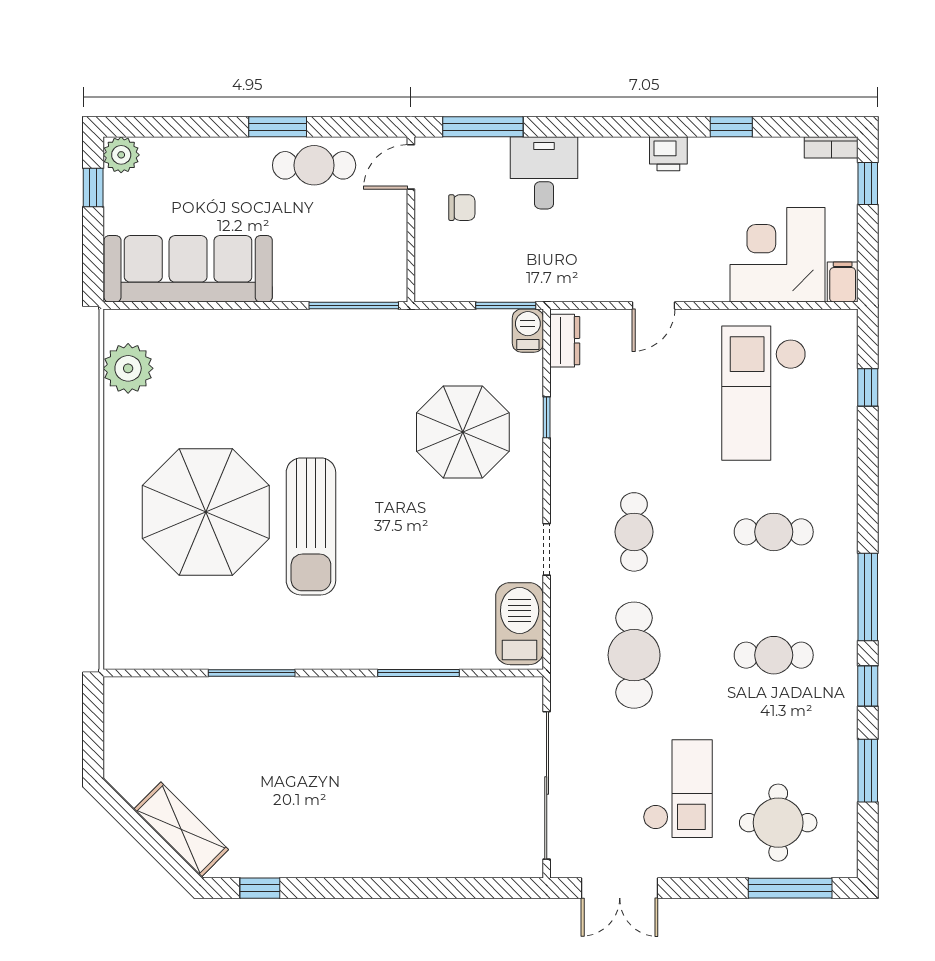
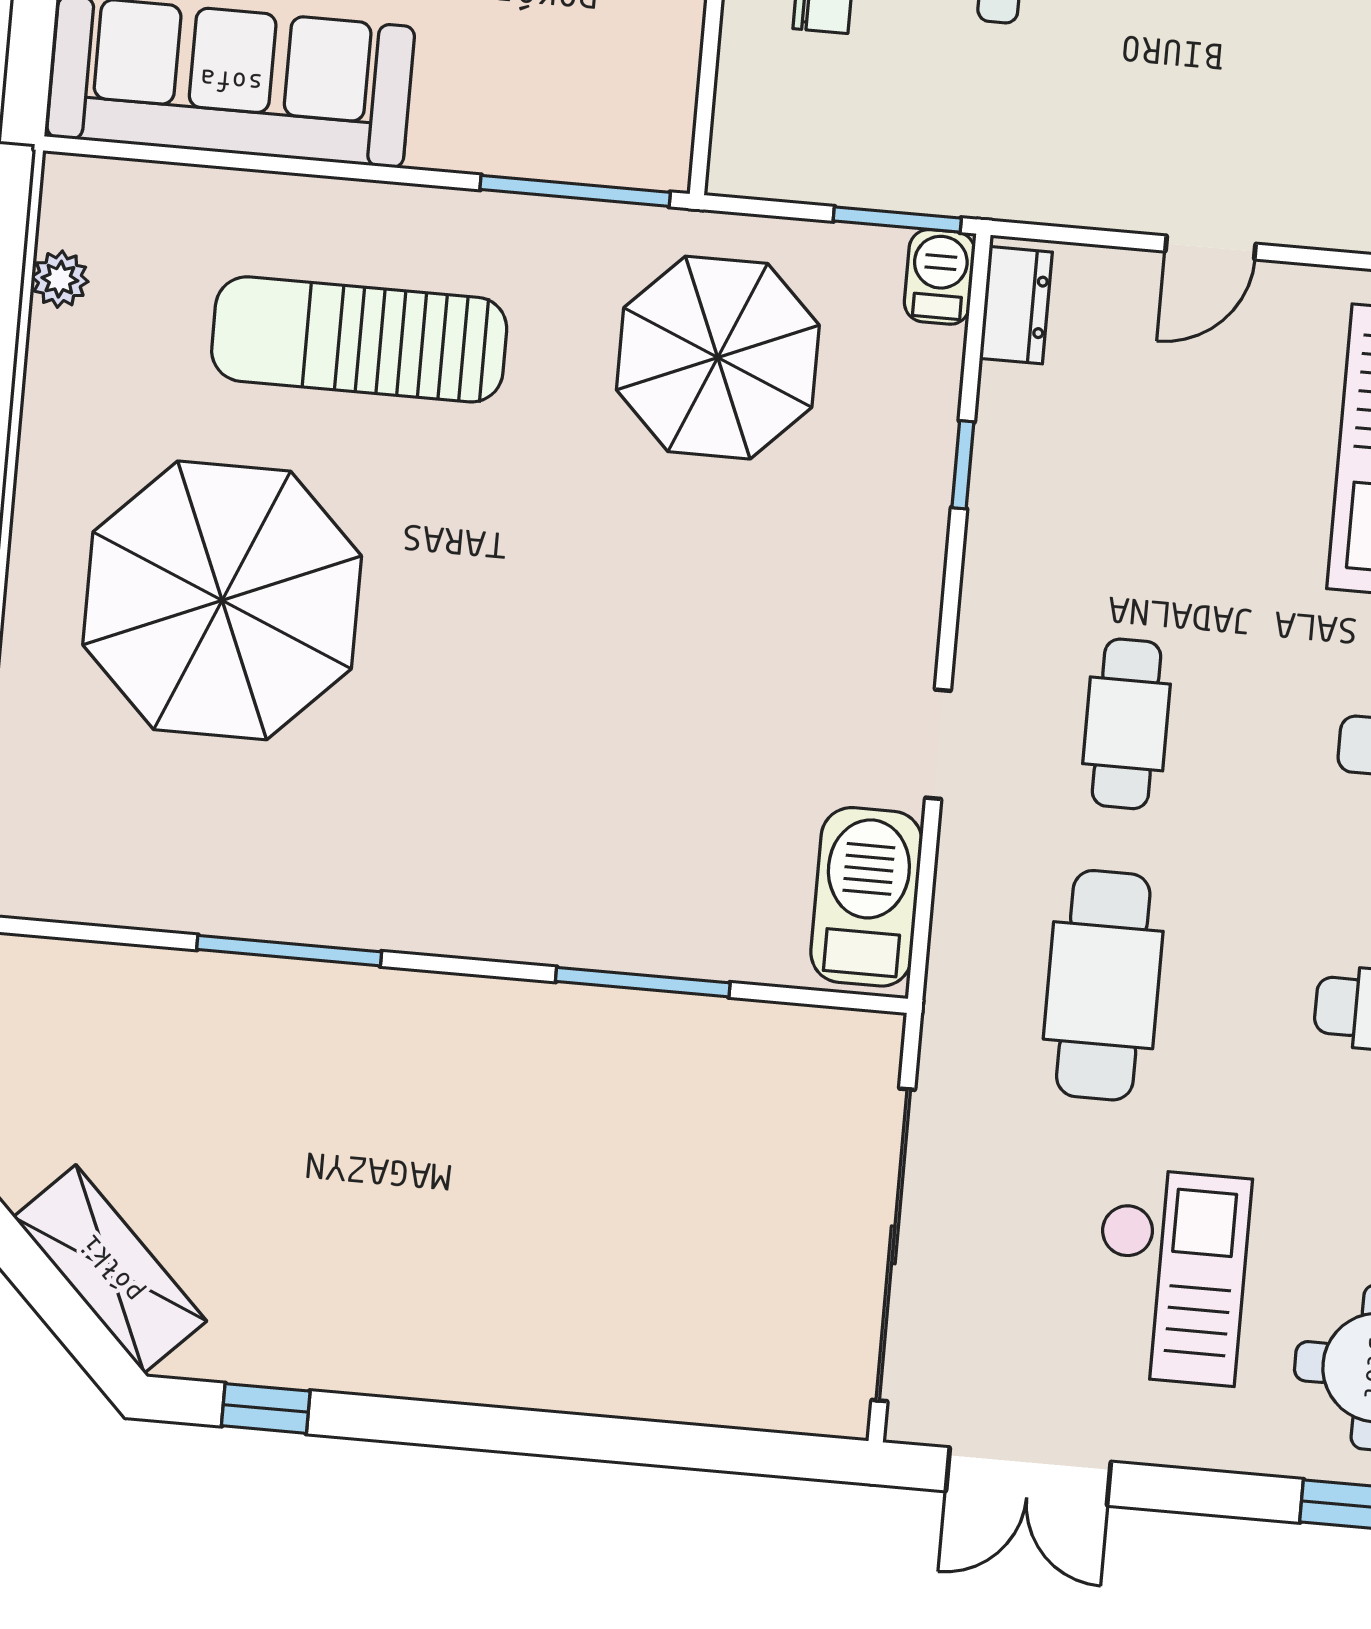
plant: (128, 368) -> (60, 279), width x0.53, depth x0.53
parasol: (463, 432) -> (718, 358), moved
sun lounger: (311, 526) -> (359, 339), moved, turned 90

